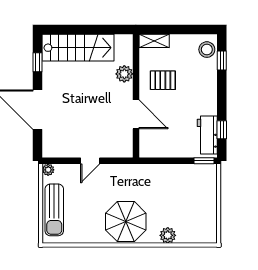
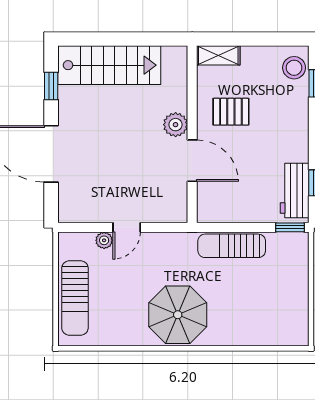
plant: (124, 74) -> (176, 125), moved
plant: (48, 170) -> (104, 240), moved
sun lounger: (163, 174) -> (232, 246), added
plant: (168, 235) -> (238, 334), removed

